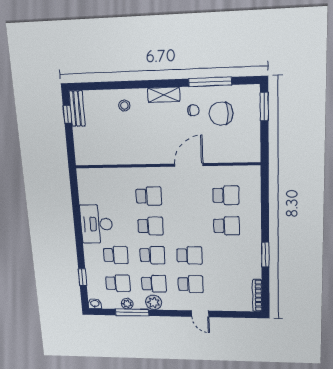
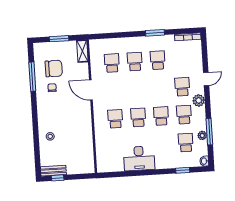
shelving: (164, 95) -> (82, 51), moved
window: (264, 107) -> (59, 39), moved
chair: (221, 114) -> (54, 68), turned -90
school desk: (116, 255) -> (163, 144), removed
school desk: (189, 255) -> (158, 60), moved
plant: (154, 302) -> (199, 100), moved

